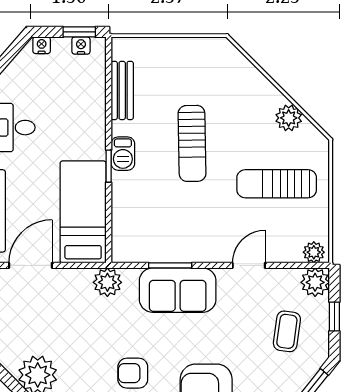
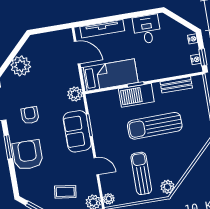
plant: (289, 118) -> (167, 187), moved
sun lounger: (192, 143) -> (155, 126), width x1.36, depth x1.34
barbecue: (123, 154) -> (136, 95), width x1.88, depth x1.53

